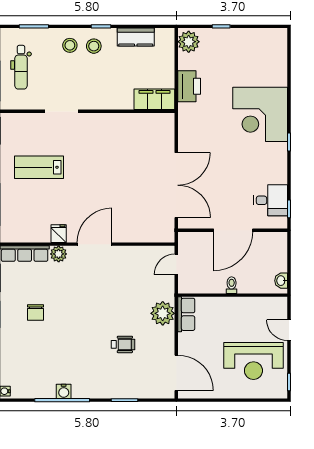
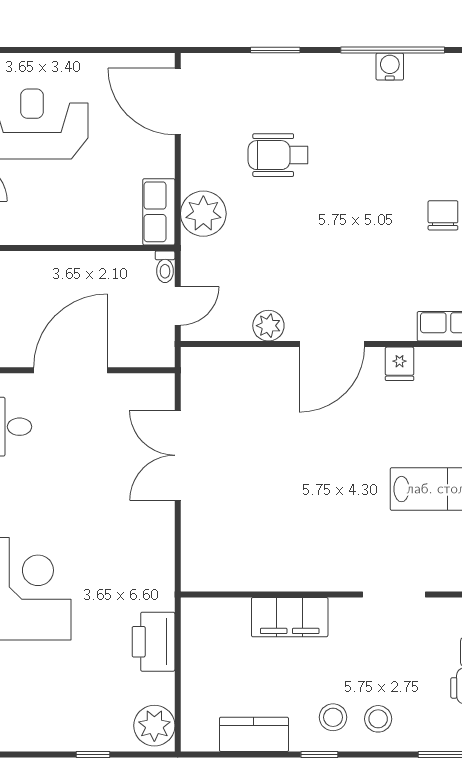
filing cabinet: (154, 99) -> (290, 617), moved
double door: (176, 185) -> (178, 455), width x0.73
plant: (59, 254) -> (268, 326), moved
toilet: (232, 285) -> (165, 267), moved
wheelchair: (123, 344) -> (278, 155), width x1.36, depth x1.37

